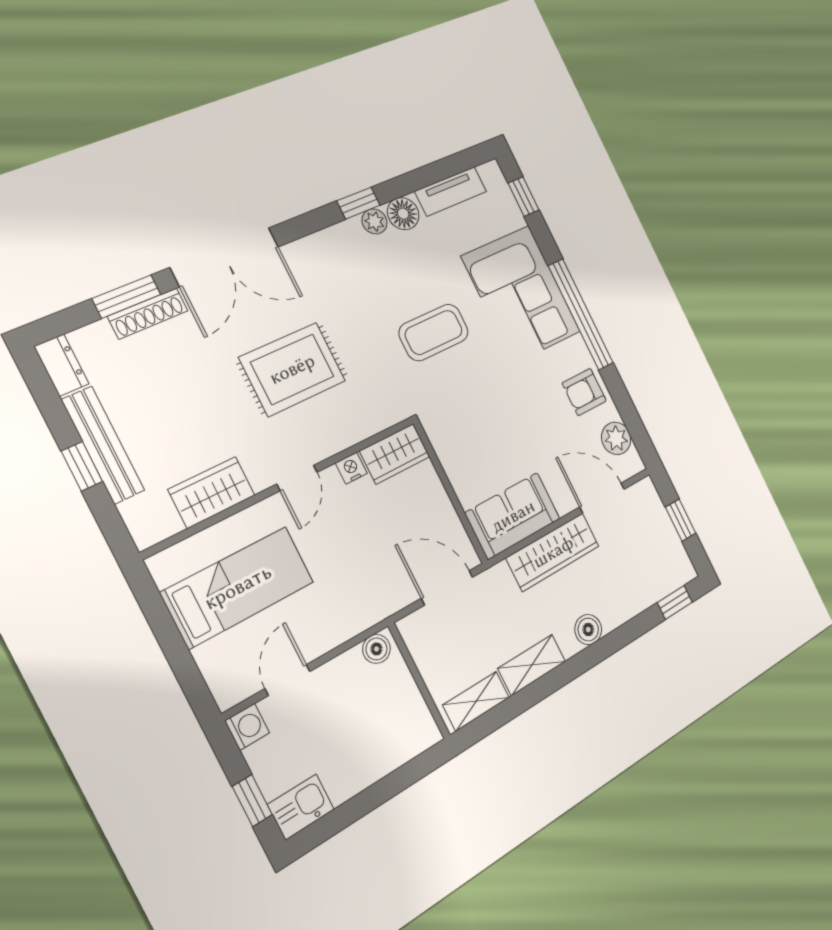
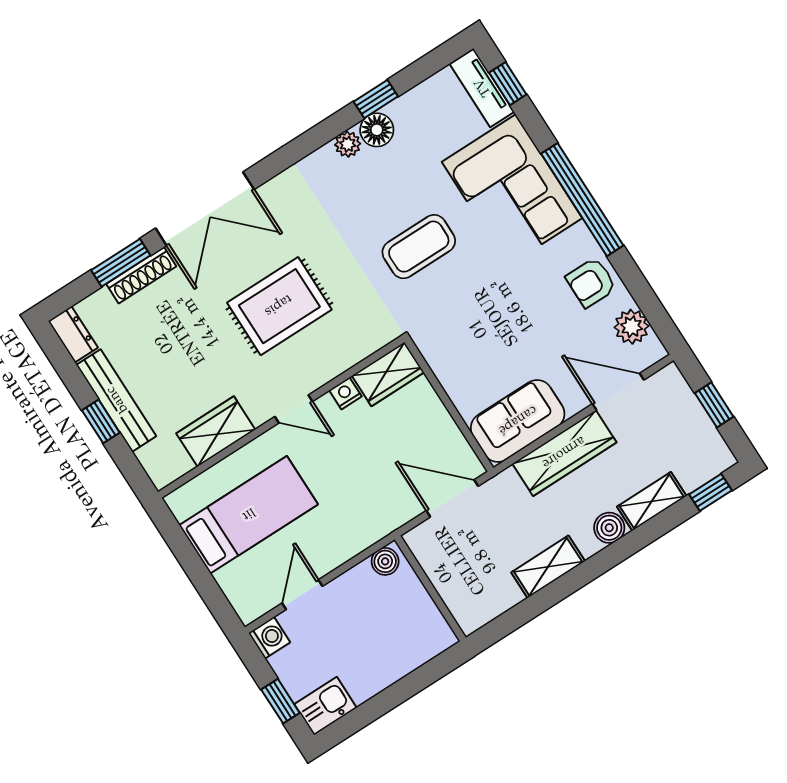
tv unit: (451, 191) -> (482, 88), moved, turned 90
window: (358, 203) -> (376, 99), moved
door: (297, 478) -> (294, 409), hinge flipped
shelving: (476, 701) -> (652, 501), moved

